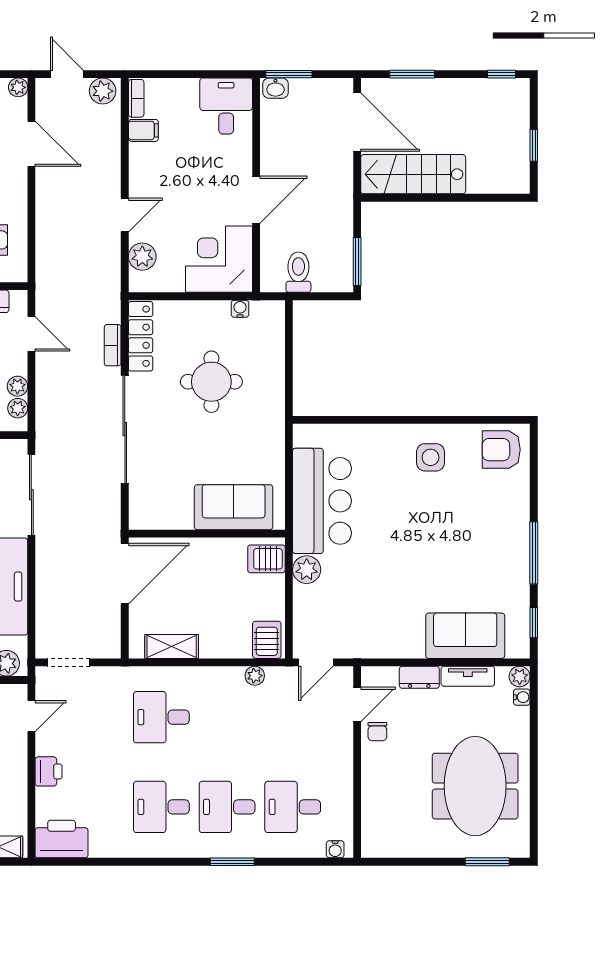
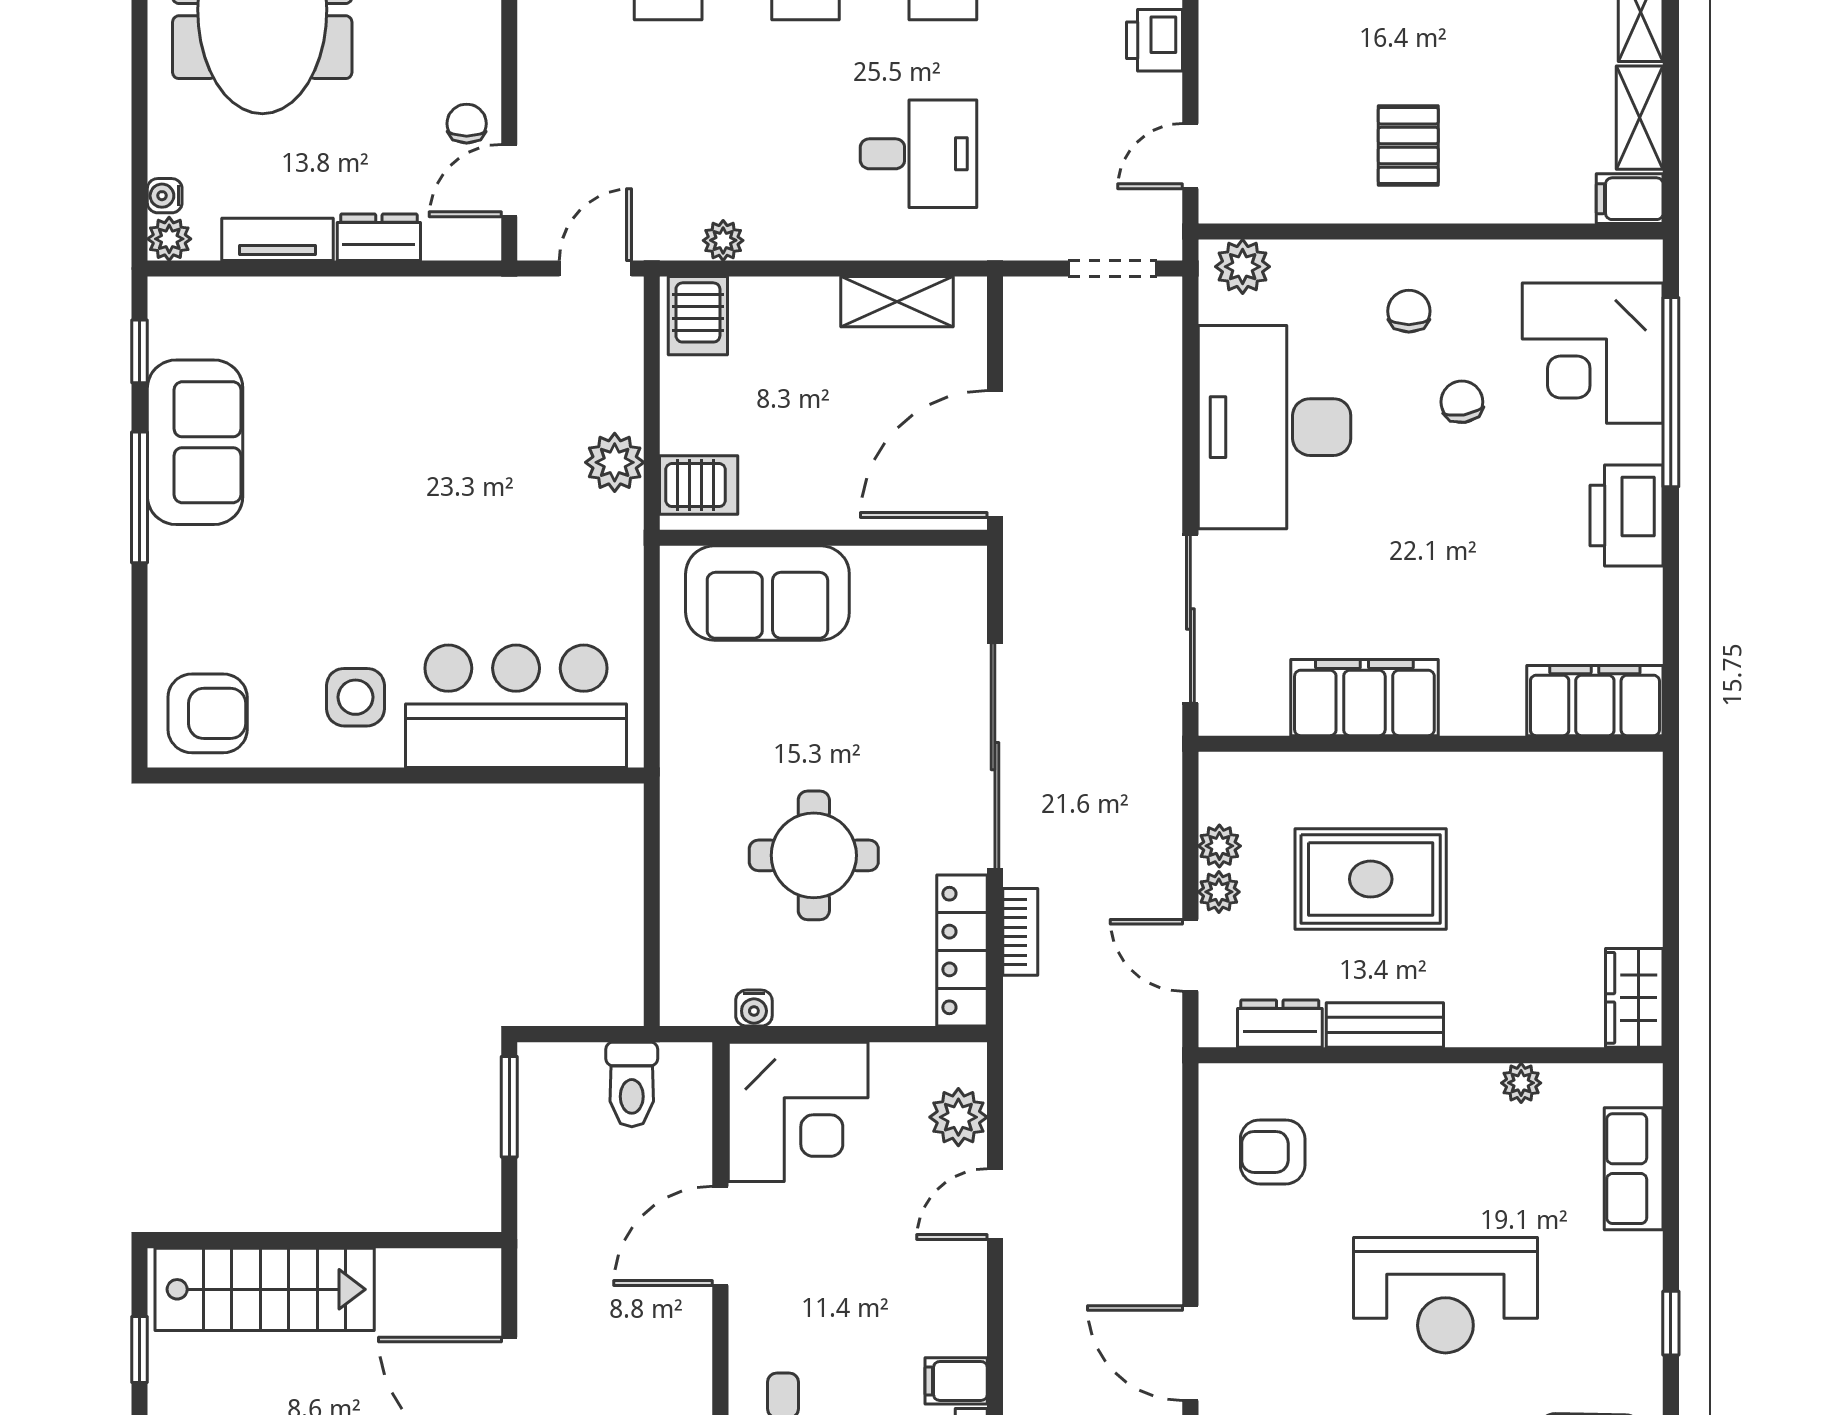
stairs: (413, 174) -> (265, 1289), moved
plant: (18, 408) -> (1219, 892), moved
bar counter: (322, 501) -> (516, 706), moved, turned 90
sofa: (465, 636) -> (195, 442), moved, turned -90

